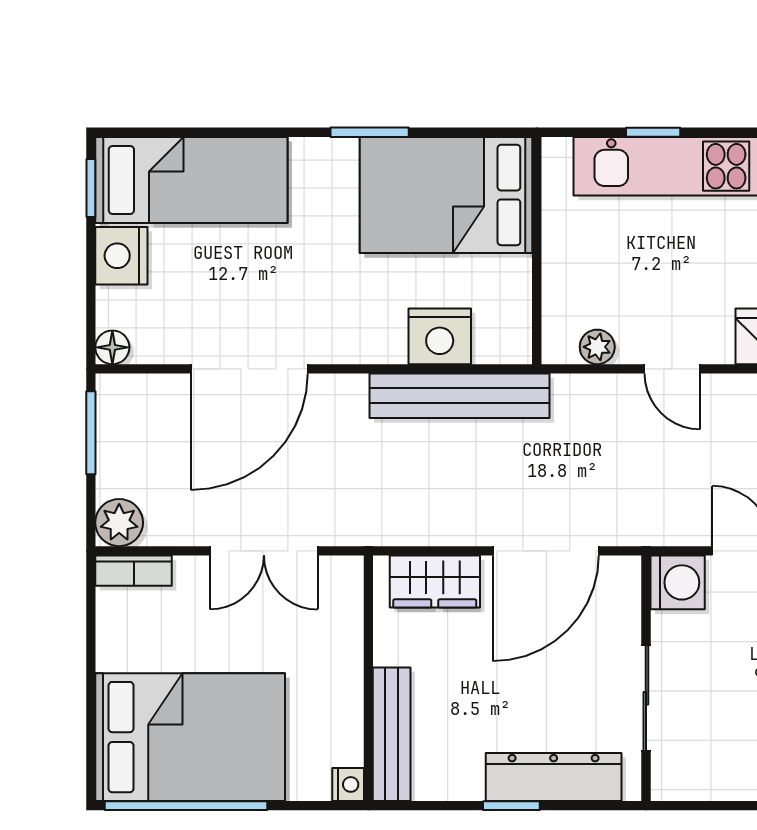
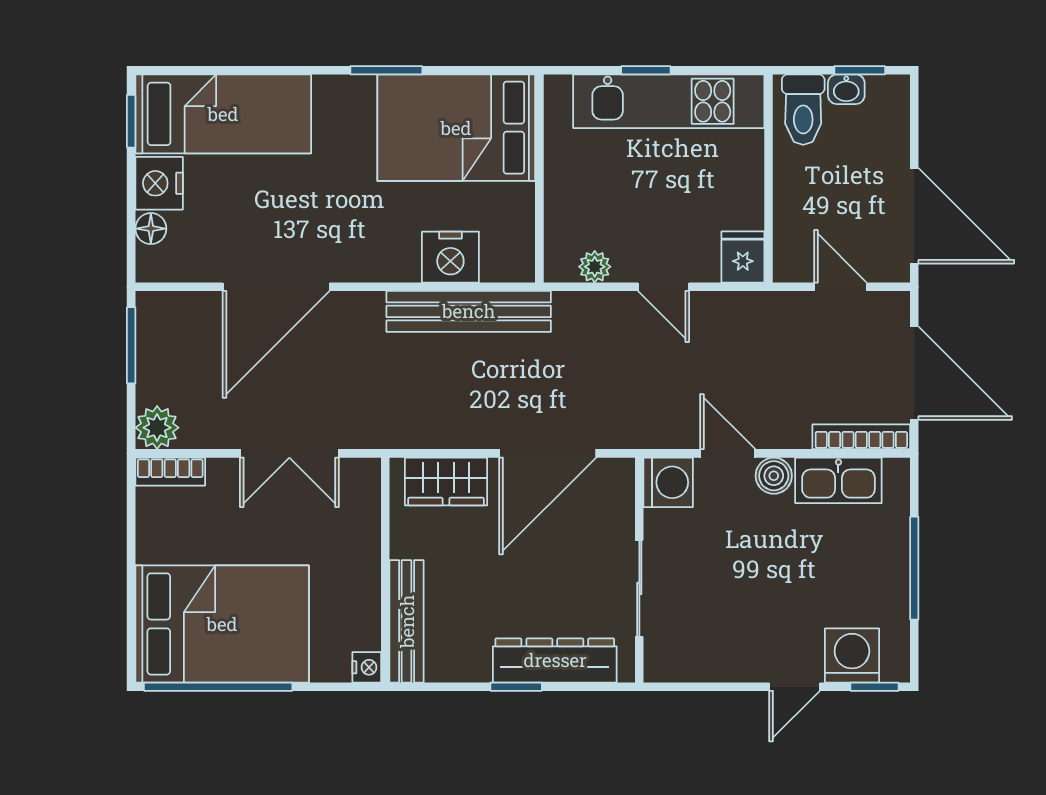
floor lamp: (112, 347) -> (151, 229), moved

